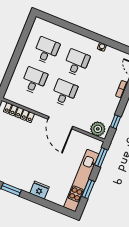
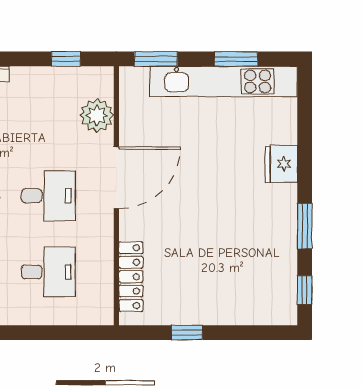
desk: (34, 81) -> (48, 272), turned 180
desk: (64, 93) -> (48, 196), turned 180
plant: (98, 129) -> (97, 115), moved

